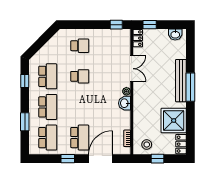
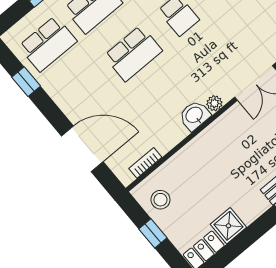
shower: (174, 120) -> (228, 226), width x0.54, depth x0.54
school desk: (80, 138) -> (133, 53), moved
window: (68, 159) -> (26, 82), moved

